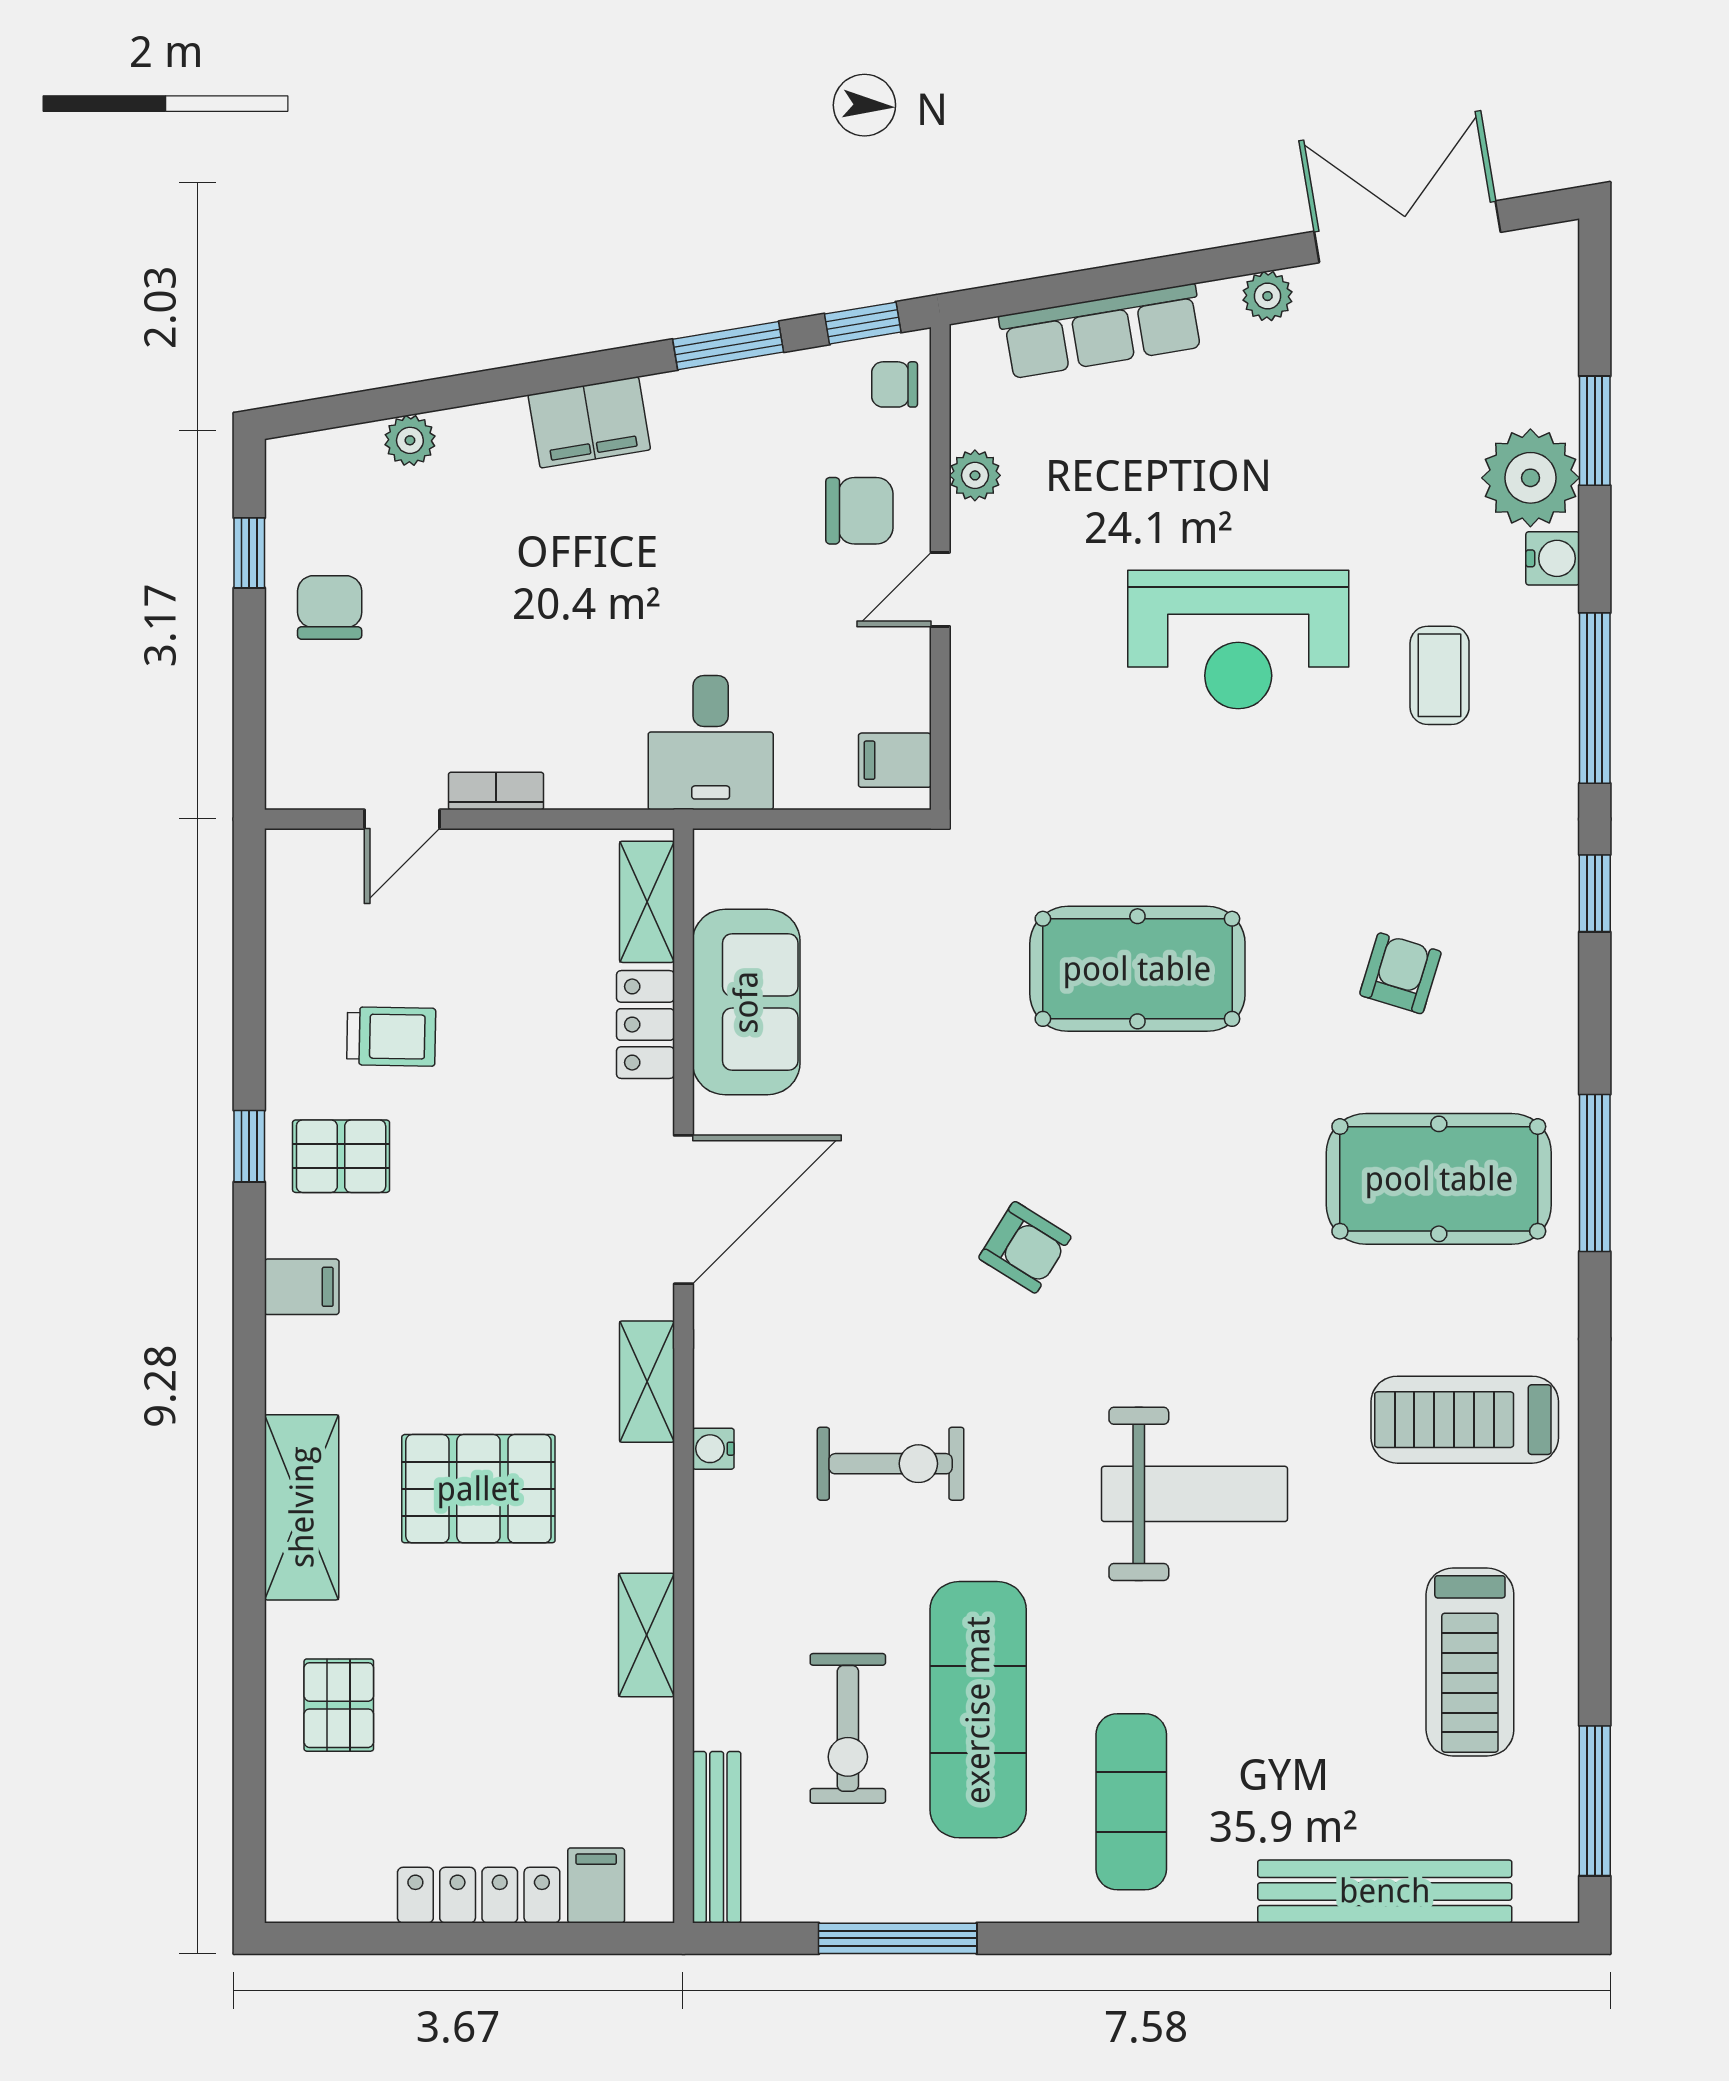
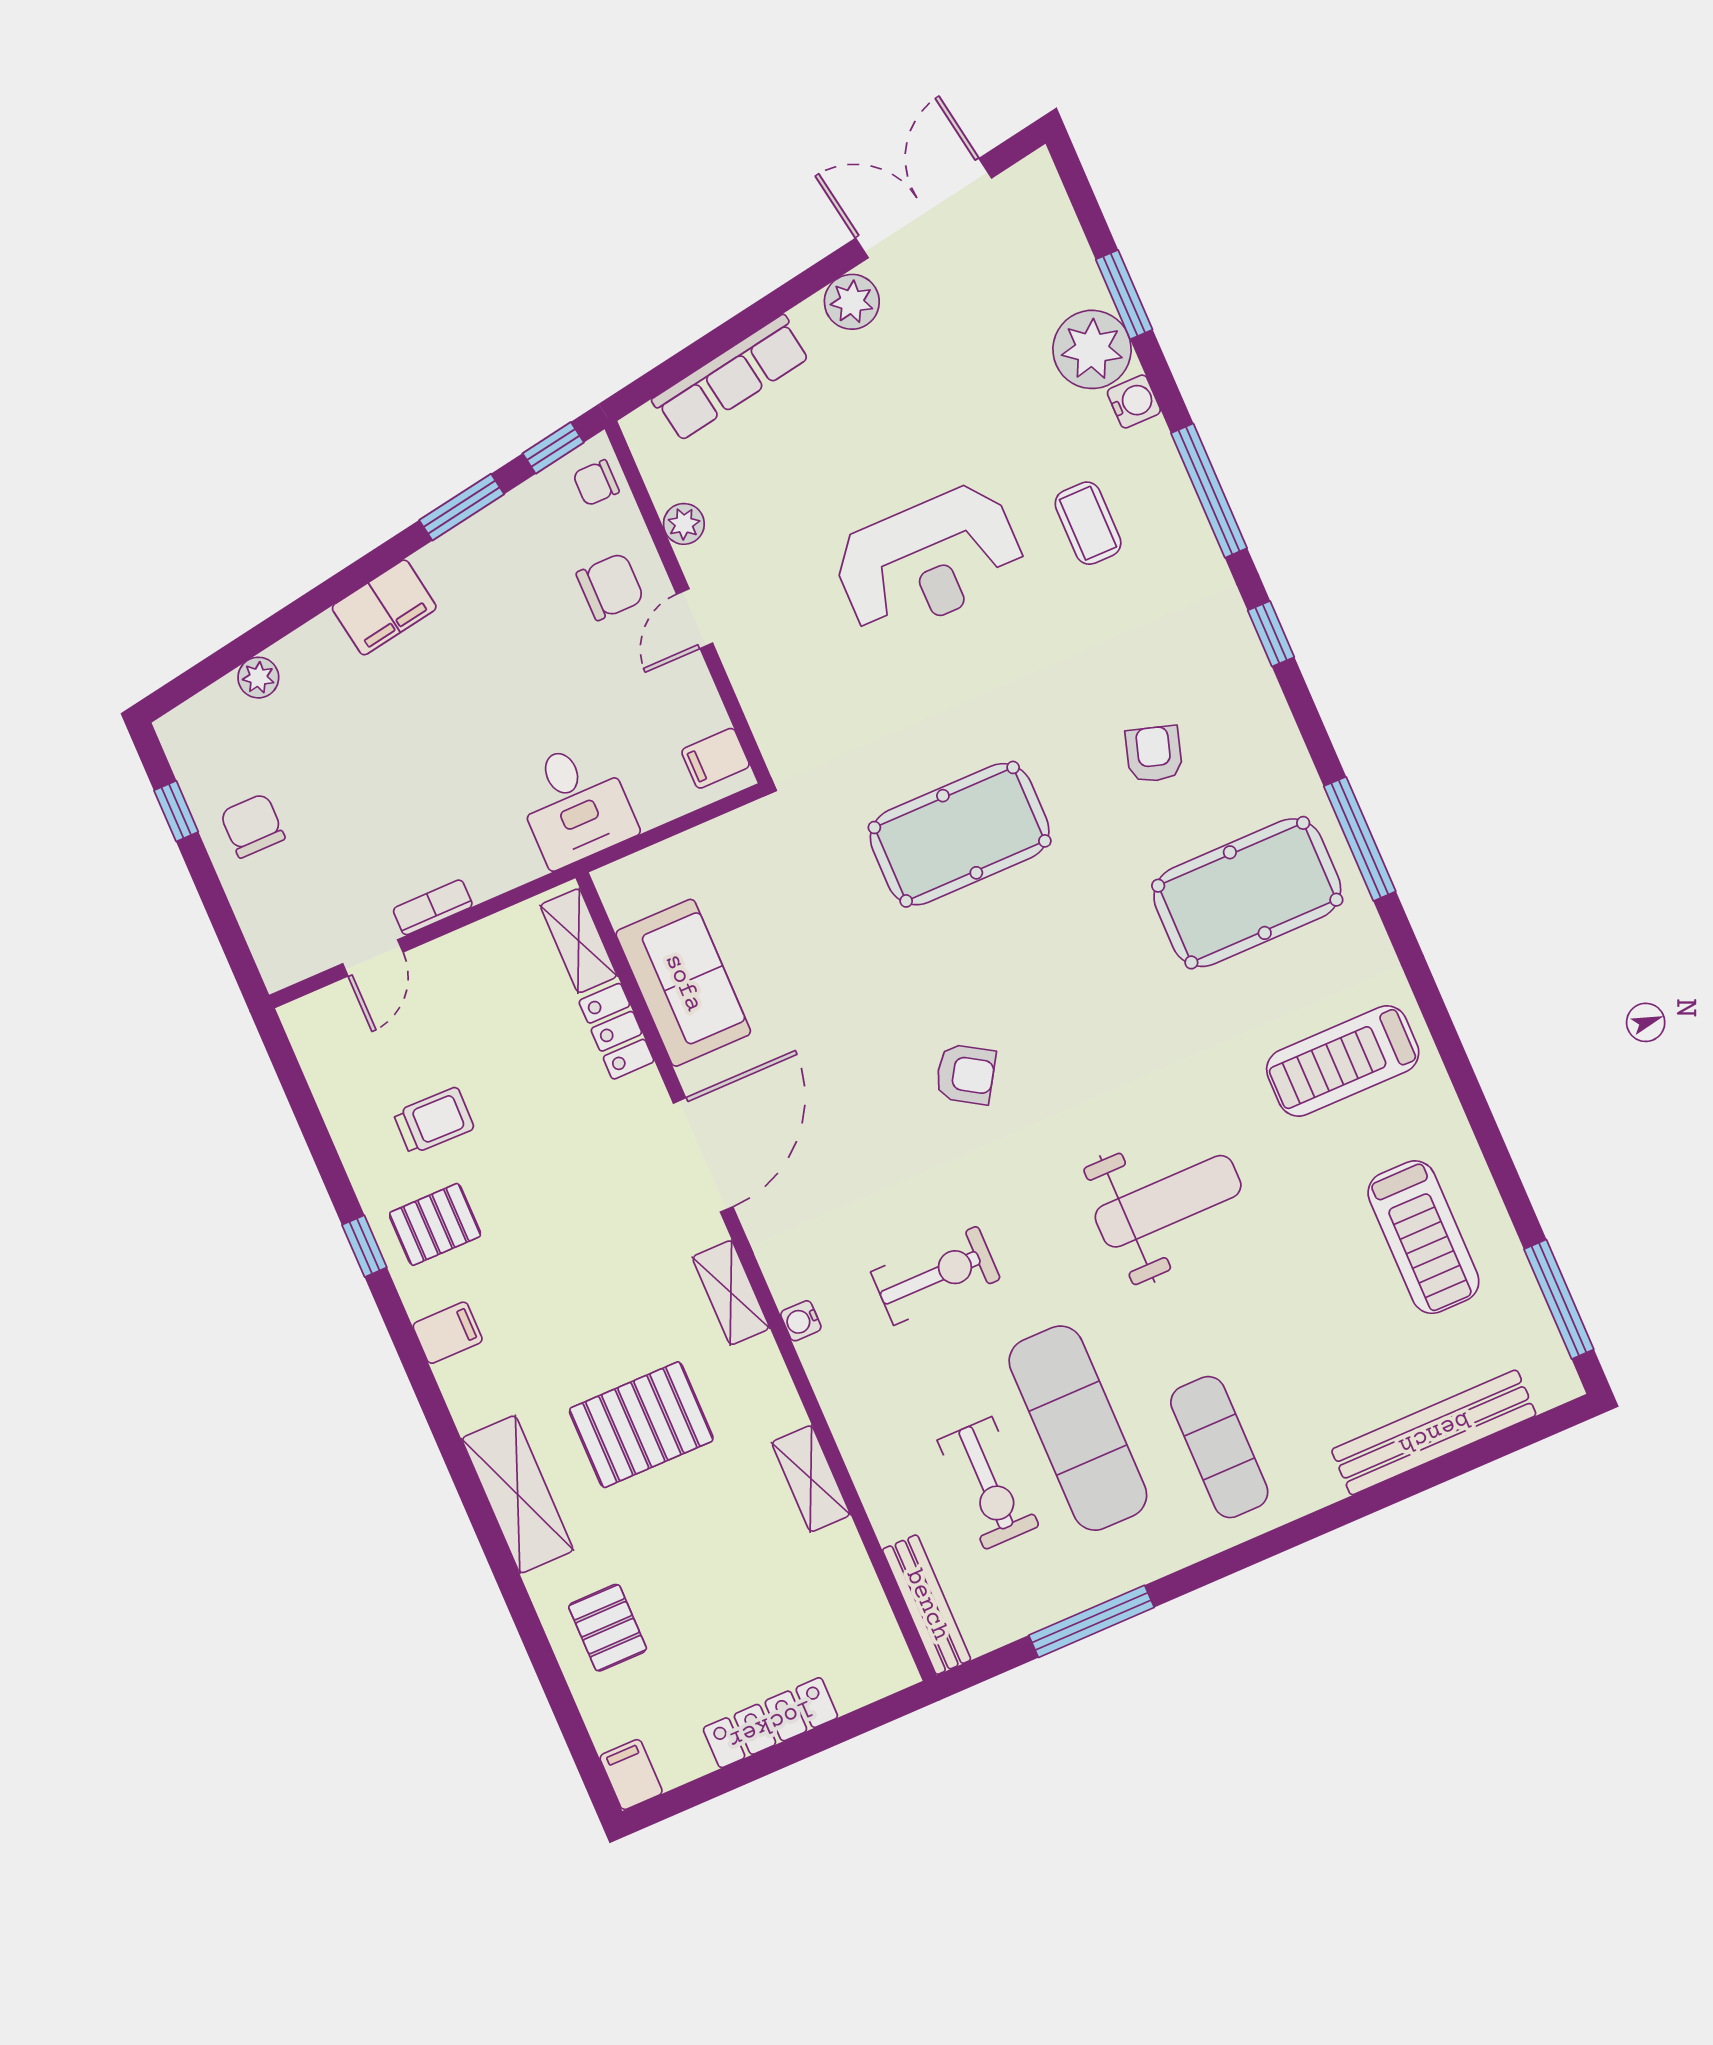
plant: (1268, 296) -> (852, 302), width x1.38, depth x1.38
filing cabinet: (596, 1885) -> (631, 1775), moved

